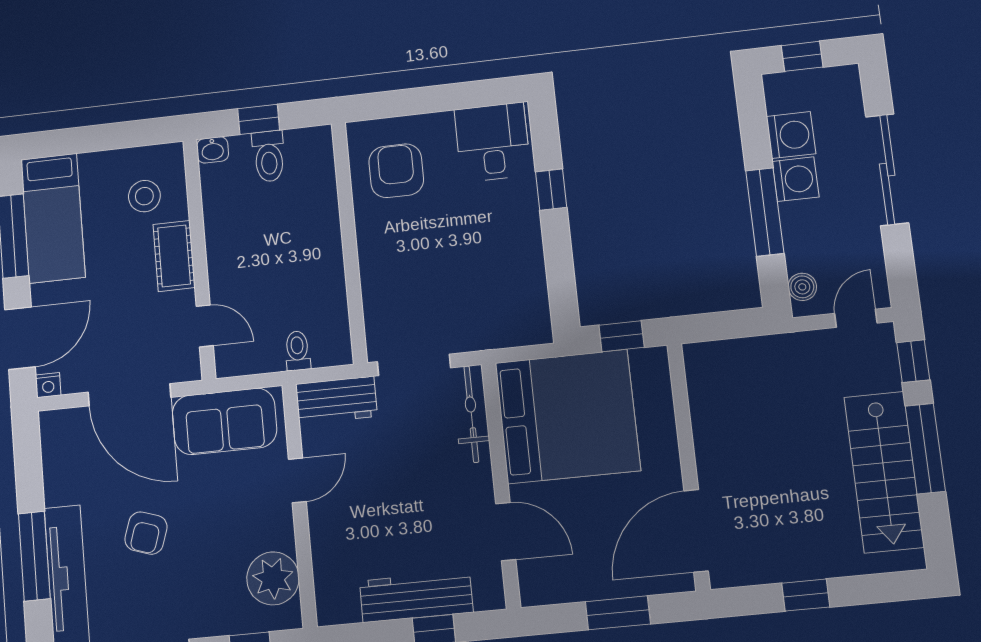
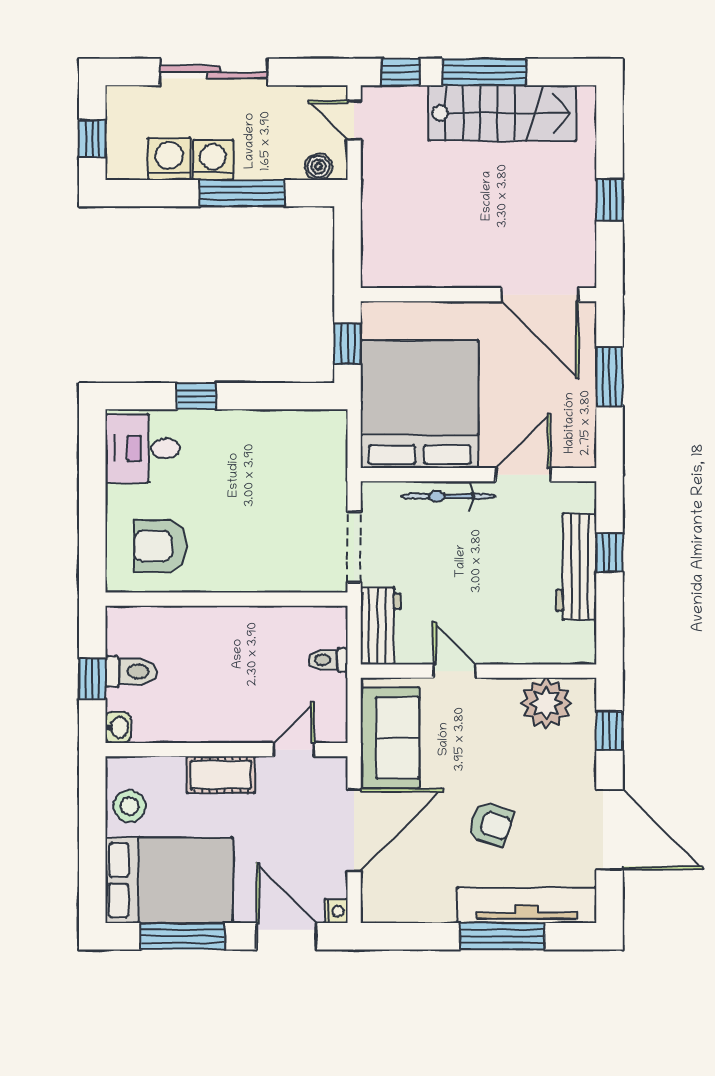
stool: (144, 196) -> (130, 806), moved
bed: (53, 218) -> (169, 880), width x1.50
bicycle: (471, 414) -> (448, 496), moved

